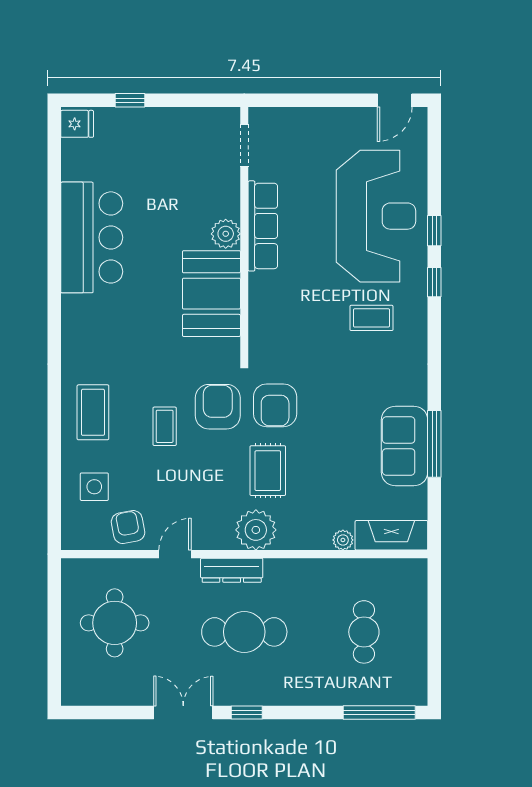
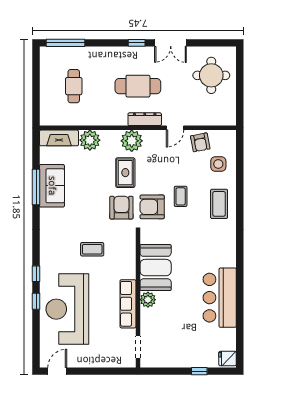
coffee table: (371, 318) -> (92, 249), moved
armchair: (218, 407) -> (152, 207), turned 90
plant: (343, 540) -> (90, 140), width x1.87, depth x1.87
round table: (115, 623) -> (211, 75), moved

